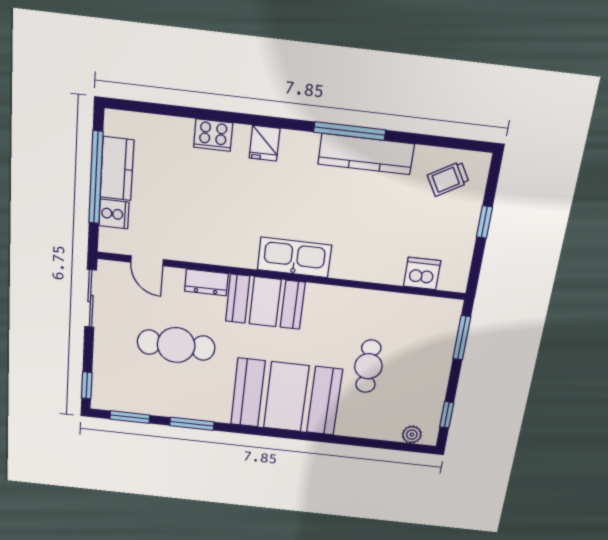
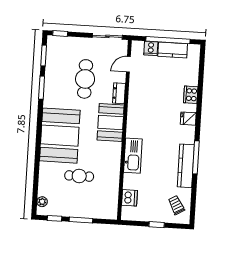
kitchen sink: (294, 257) -> (133, 156), moved
window: (462, 338) -> (81, 220), moved

